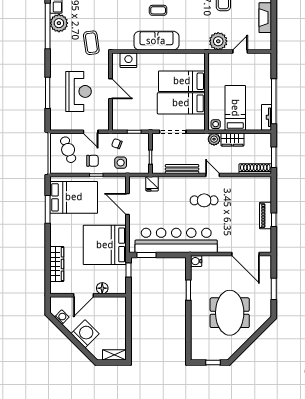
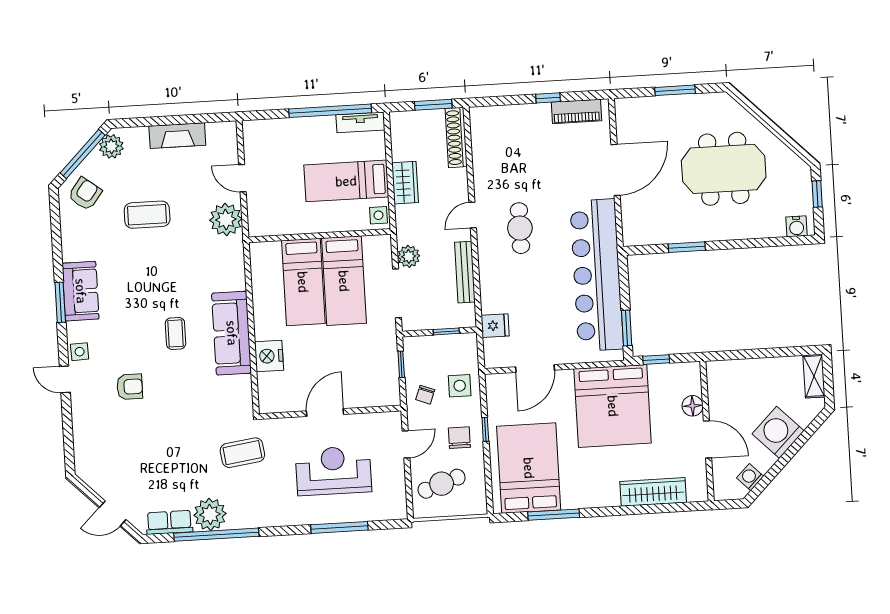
nightstand: (128, 60) -> (269, 356), moved
plant: (214, 139) -> (409, 256), moved
piano: (266, 216) -> (576, 111), moved
door: (246, 254) -> (616, 170), moved
water cooler: (196, 261) -> (797, 226), moved

